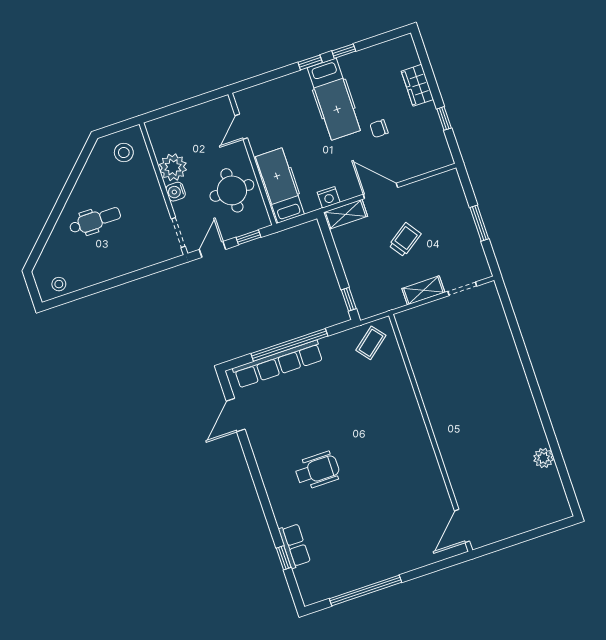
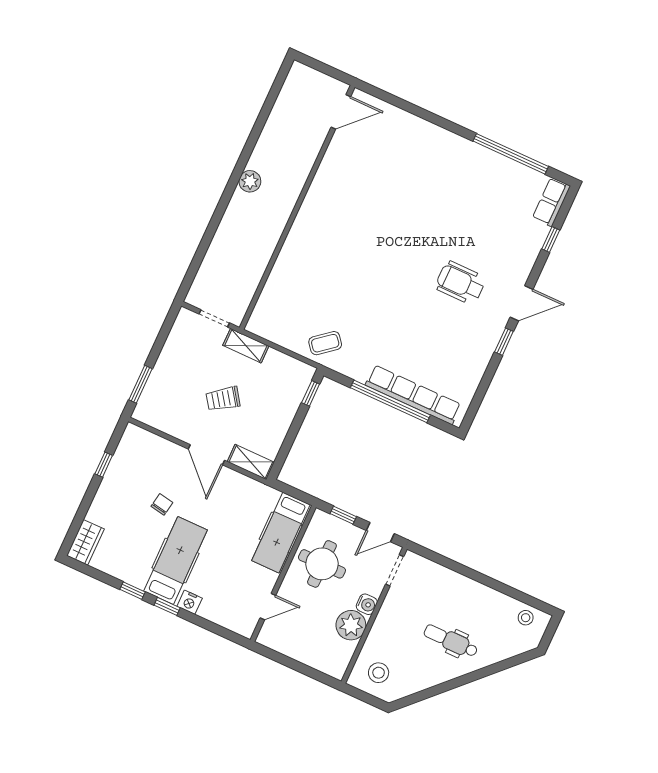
wardrobe: (417, 85) -> (85, 542), moved
chair: (379, 129) -> (162, 504), turned -80
nightstand: (329, 197) -> (190, 602), moved, turned 180
window: (479, 223) -> (140, 384), moved
door: (236, 415) -> (522, 303), moved
wall: (431, 433) -> (297, 207), moved
window: (250, 458) -> (504, 342), added
plant: (544, 458) -> (250, 181), moved
door: (462, 526) -> (341, 112), moved
row of seats: (294, 546) -> (551, 202), moved

